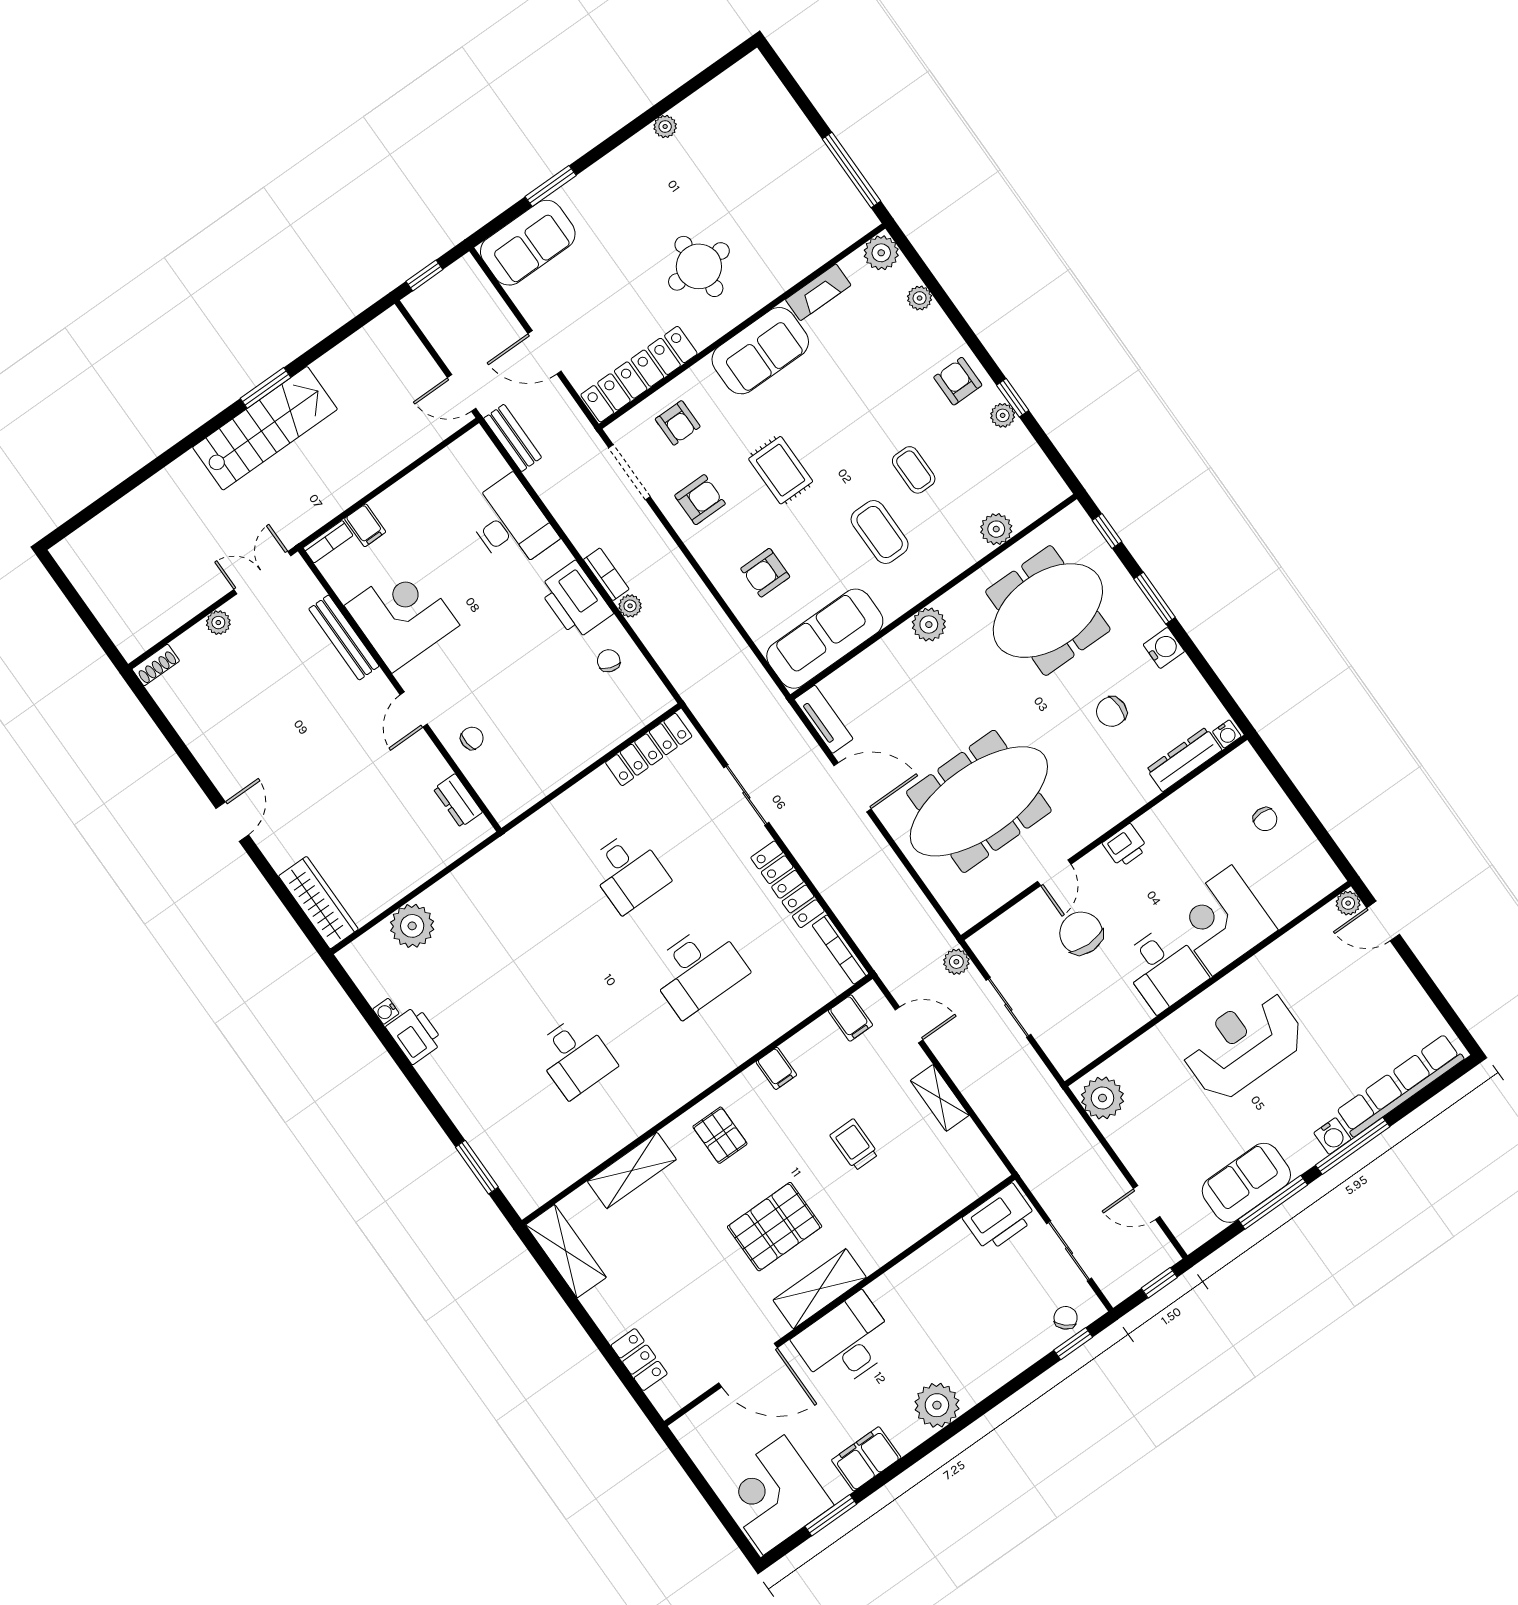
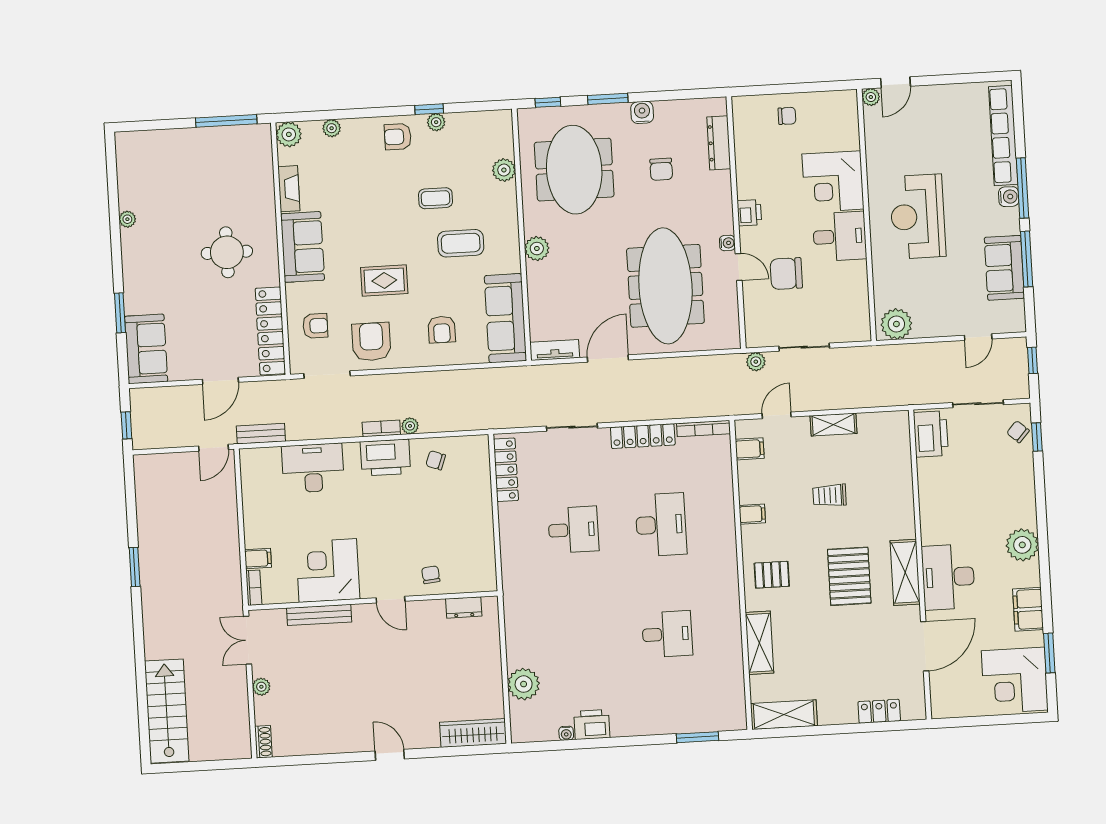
stairs: (265, 428) -> (167, 711), moved
armchair: (700, 500) -> (371, 342), width x1.38, depth x1.38
water cooler: (1227, 734) -> (727, 243), moved

